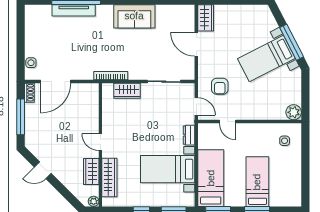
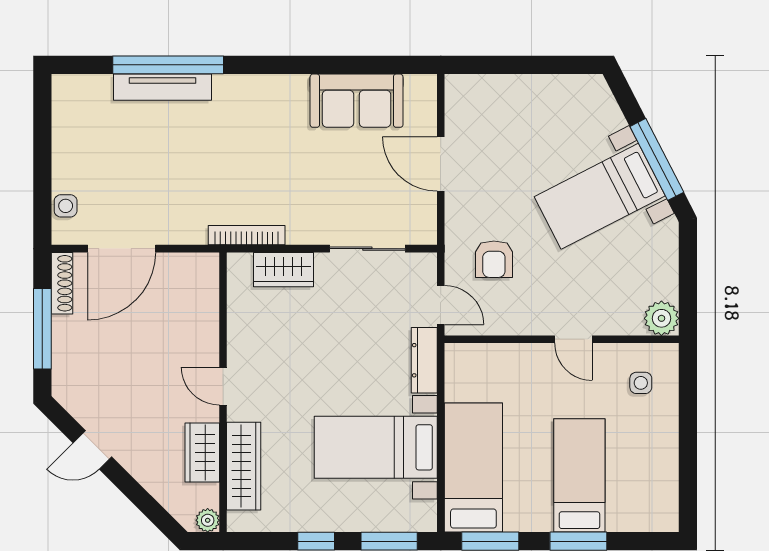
sofa: (134, 16) -> (357, 101), moved
wardrobe: (206, 18) -> (462, 104), removed
shoe rack: (29, 93) -> (62, 283), width x1.43
door: (228, 122) -> (573, 339), moved
dresser: (189, 135) -> (424, 360), width x1.44

